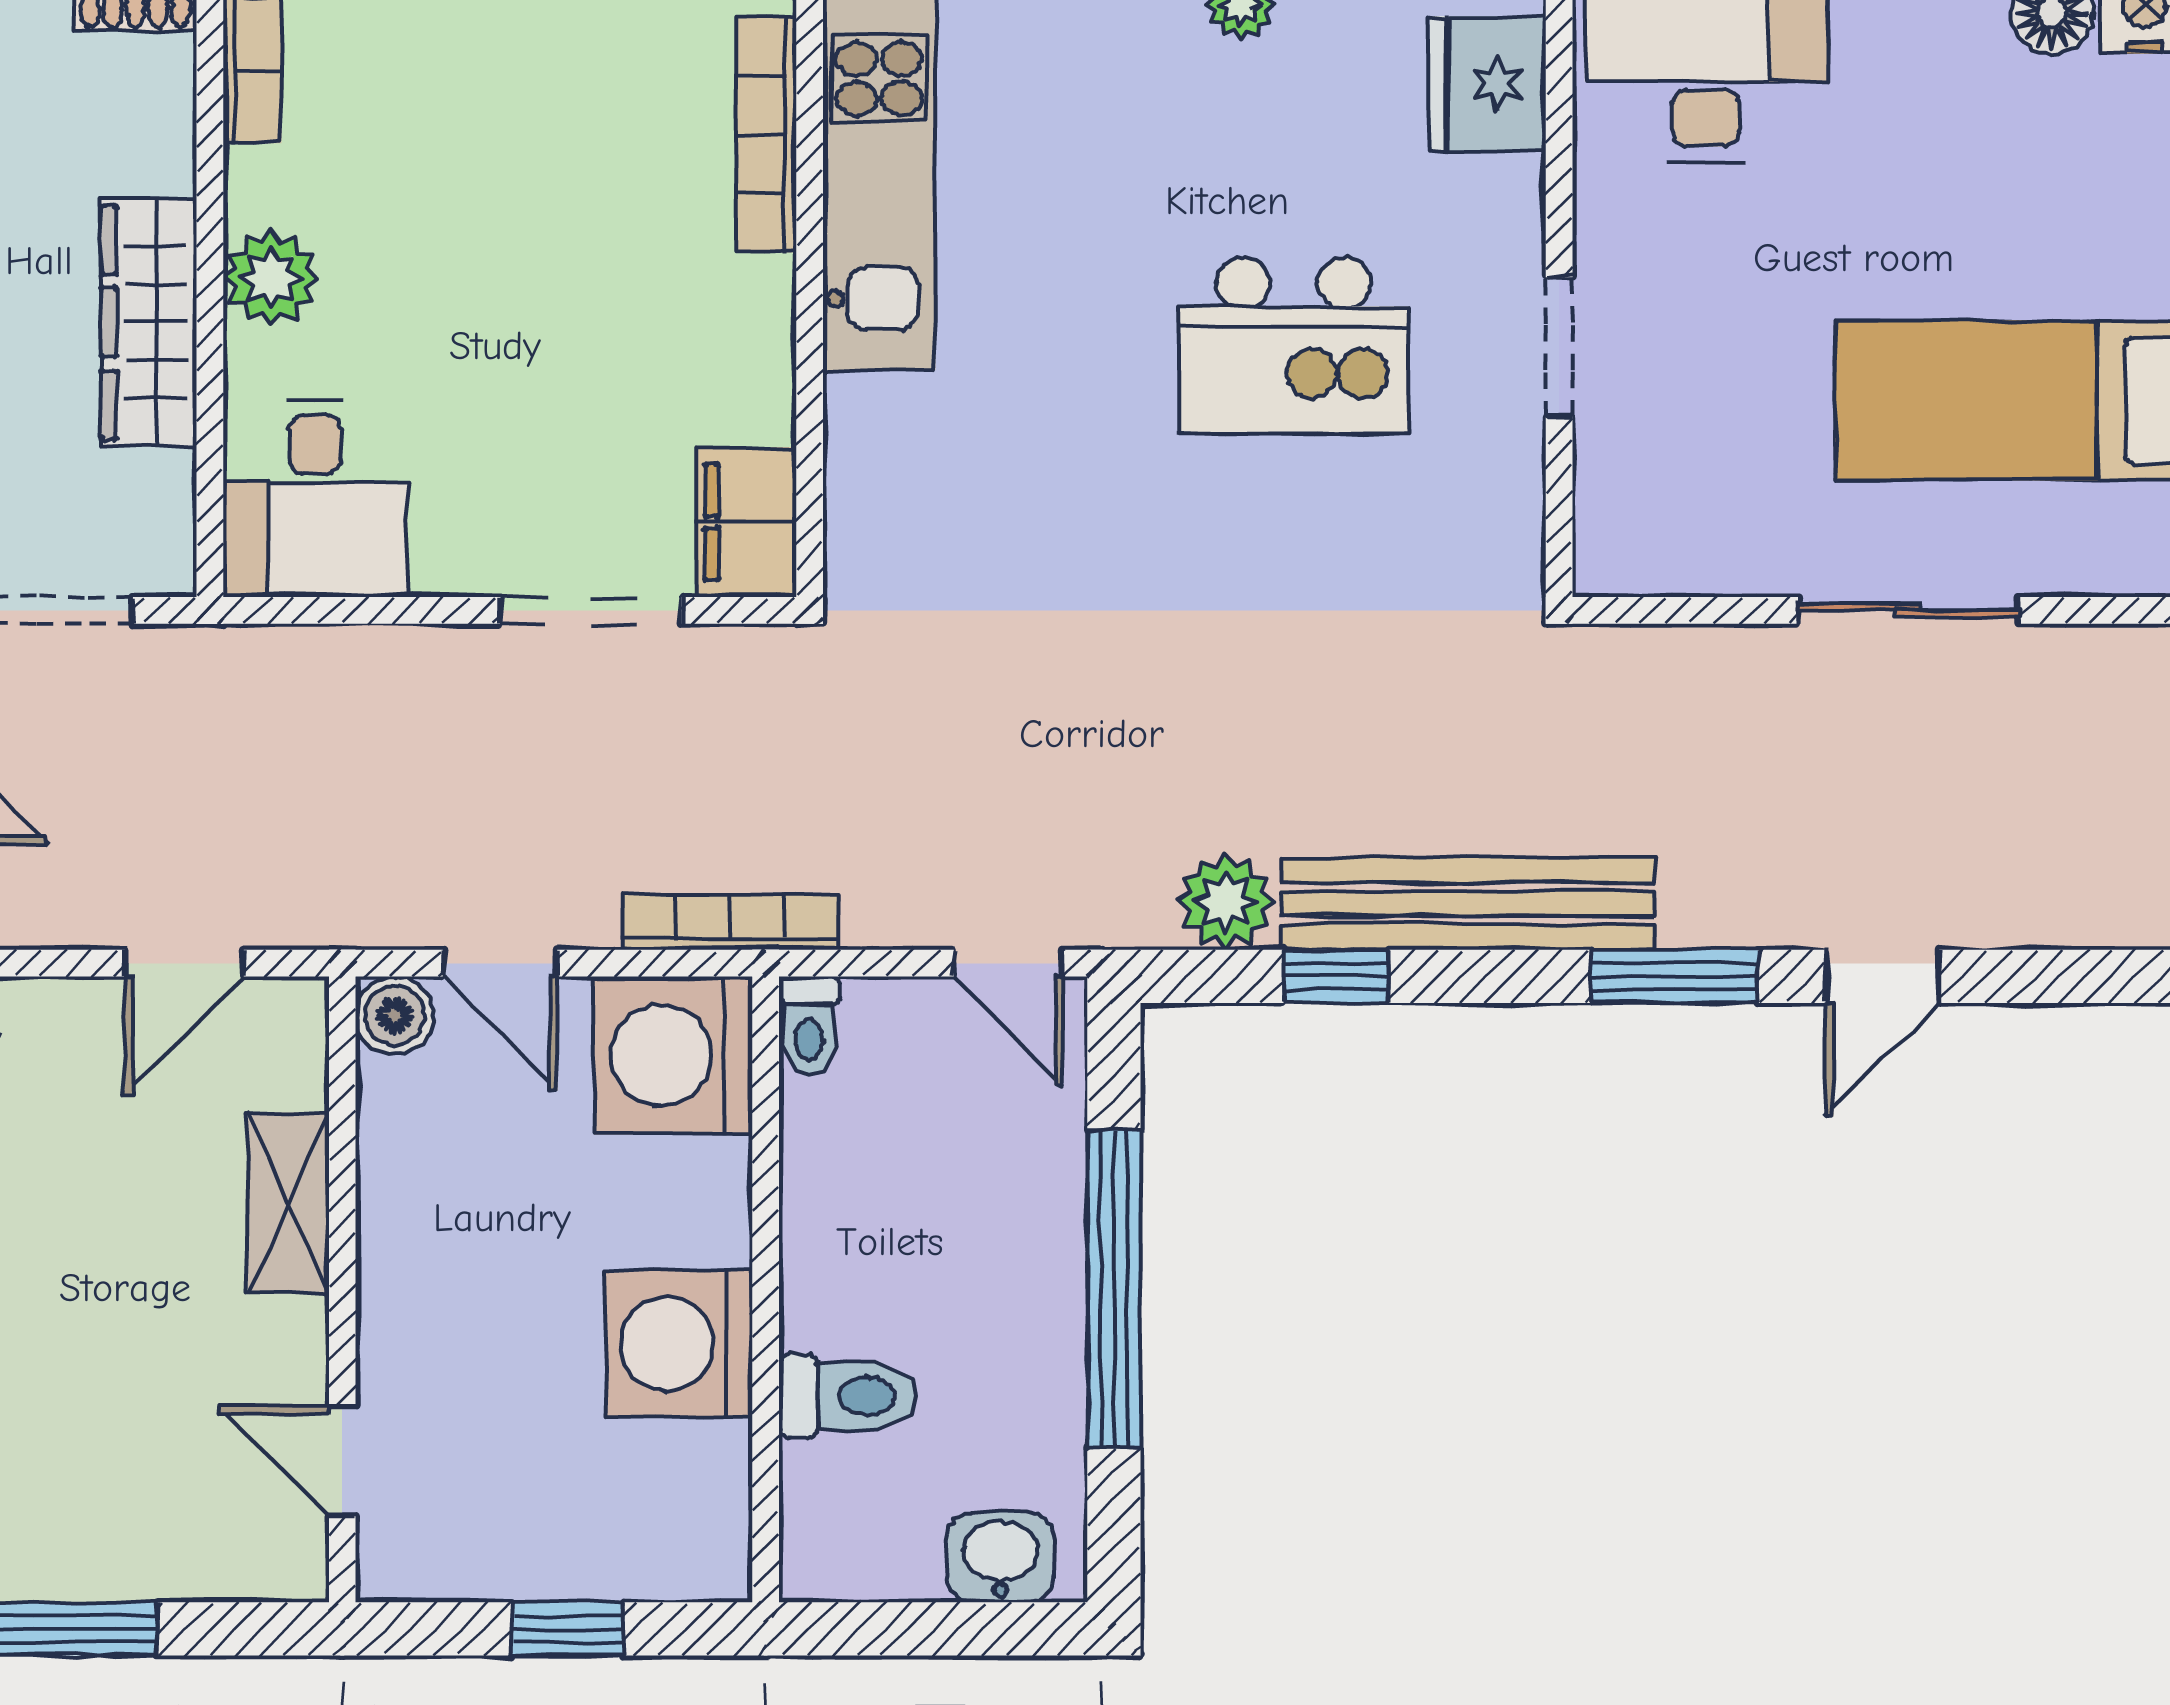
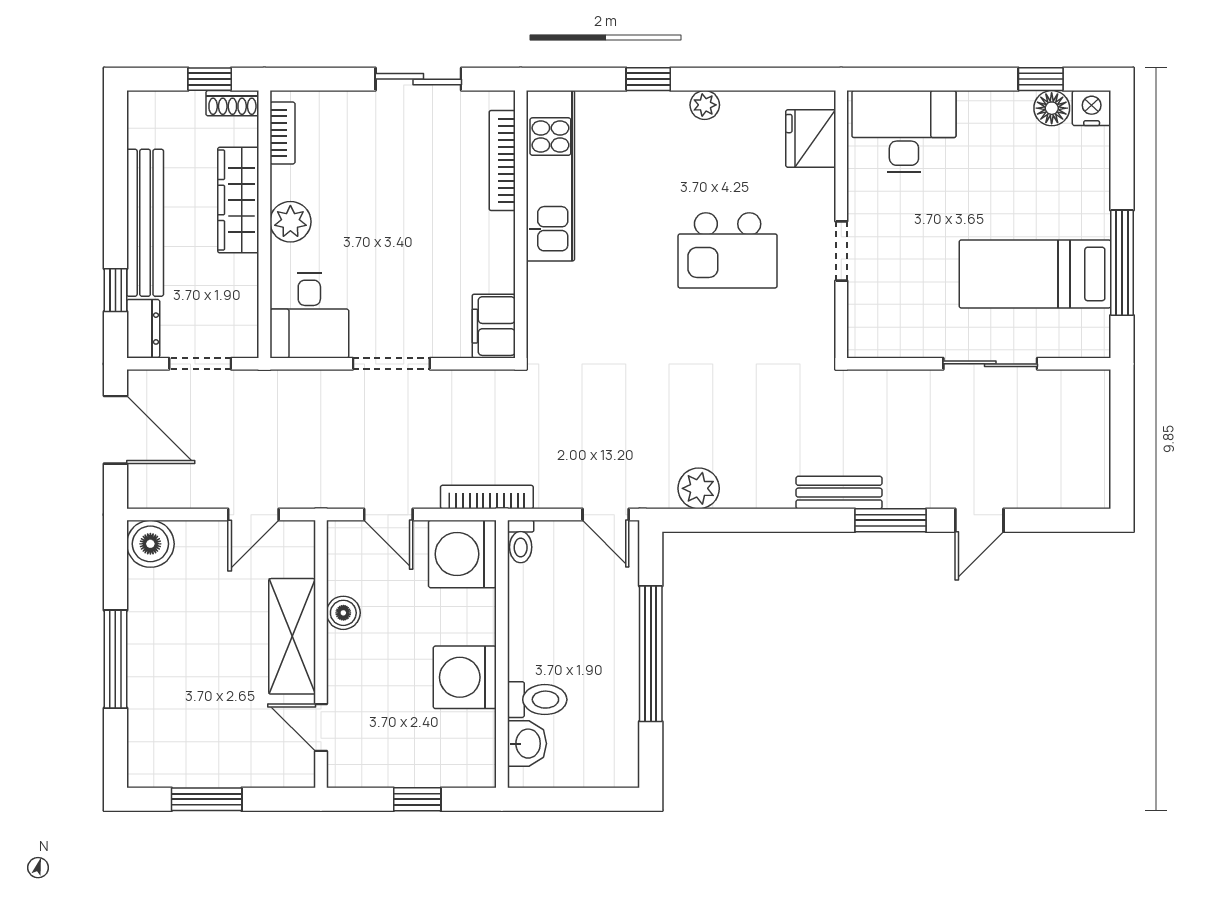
wardrobe: (149, 322) -> (238, 200), moved
doorway: (591, 610) -> (391, 364), moved
bench: (1468, 903) -> (839, 493), width x0.54, depth x0.82
window: (1336, 976) -> (746, 520), removed
boiler: (395, 1015) -> (343, 613), moved
shelving: (288, 1203) -> (292, 636), width x1.50, depth x1.33
washbasin: (1000, 1557) -> (527, 744), moved, turned 90

